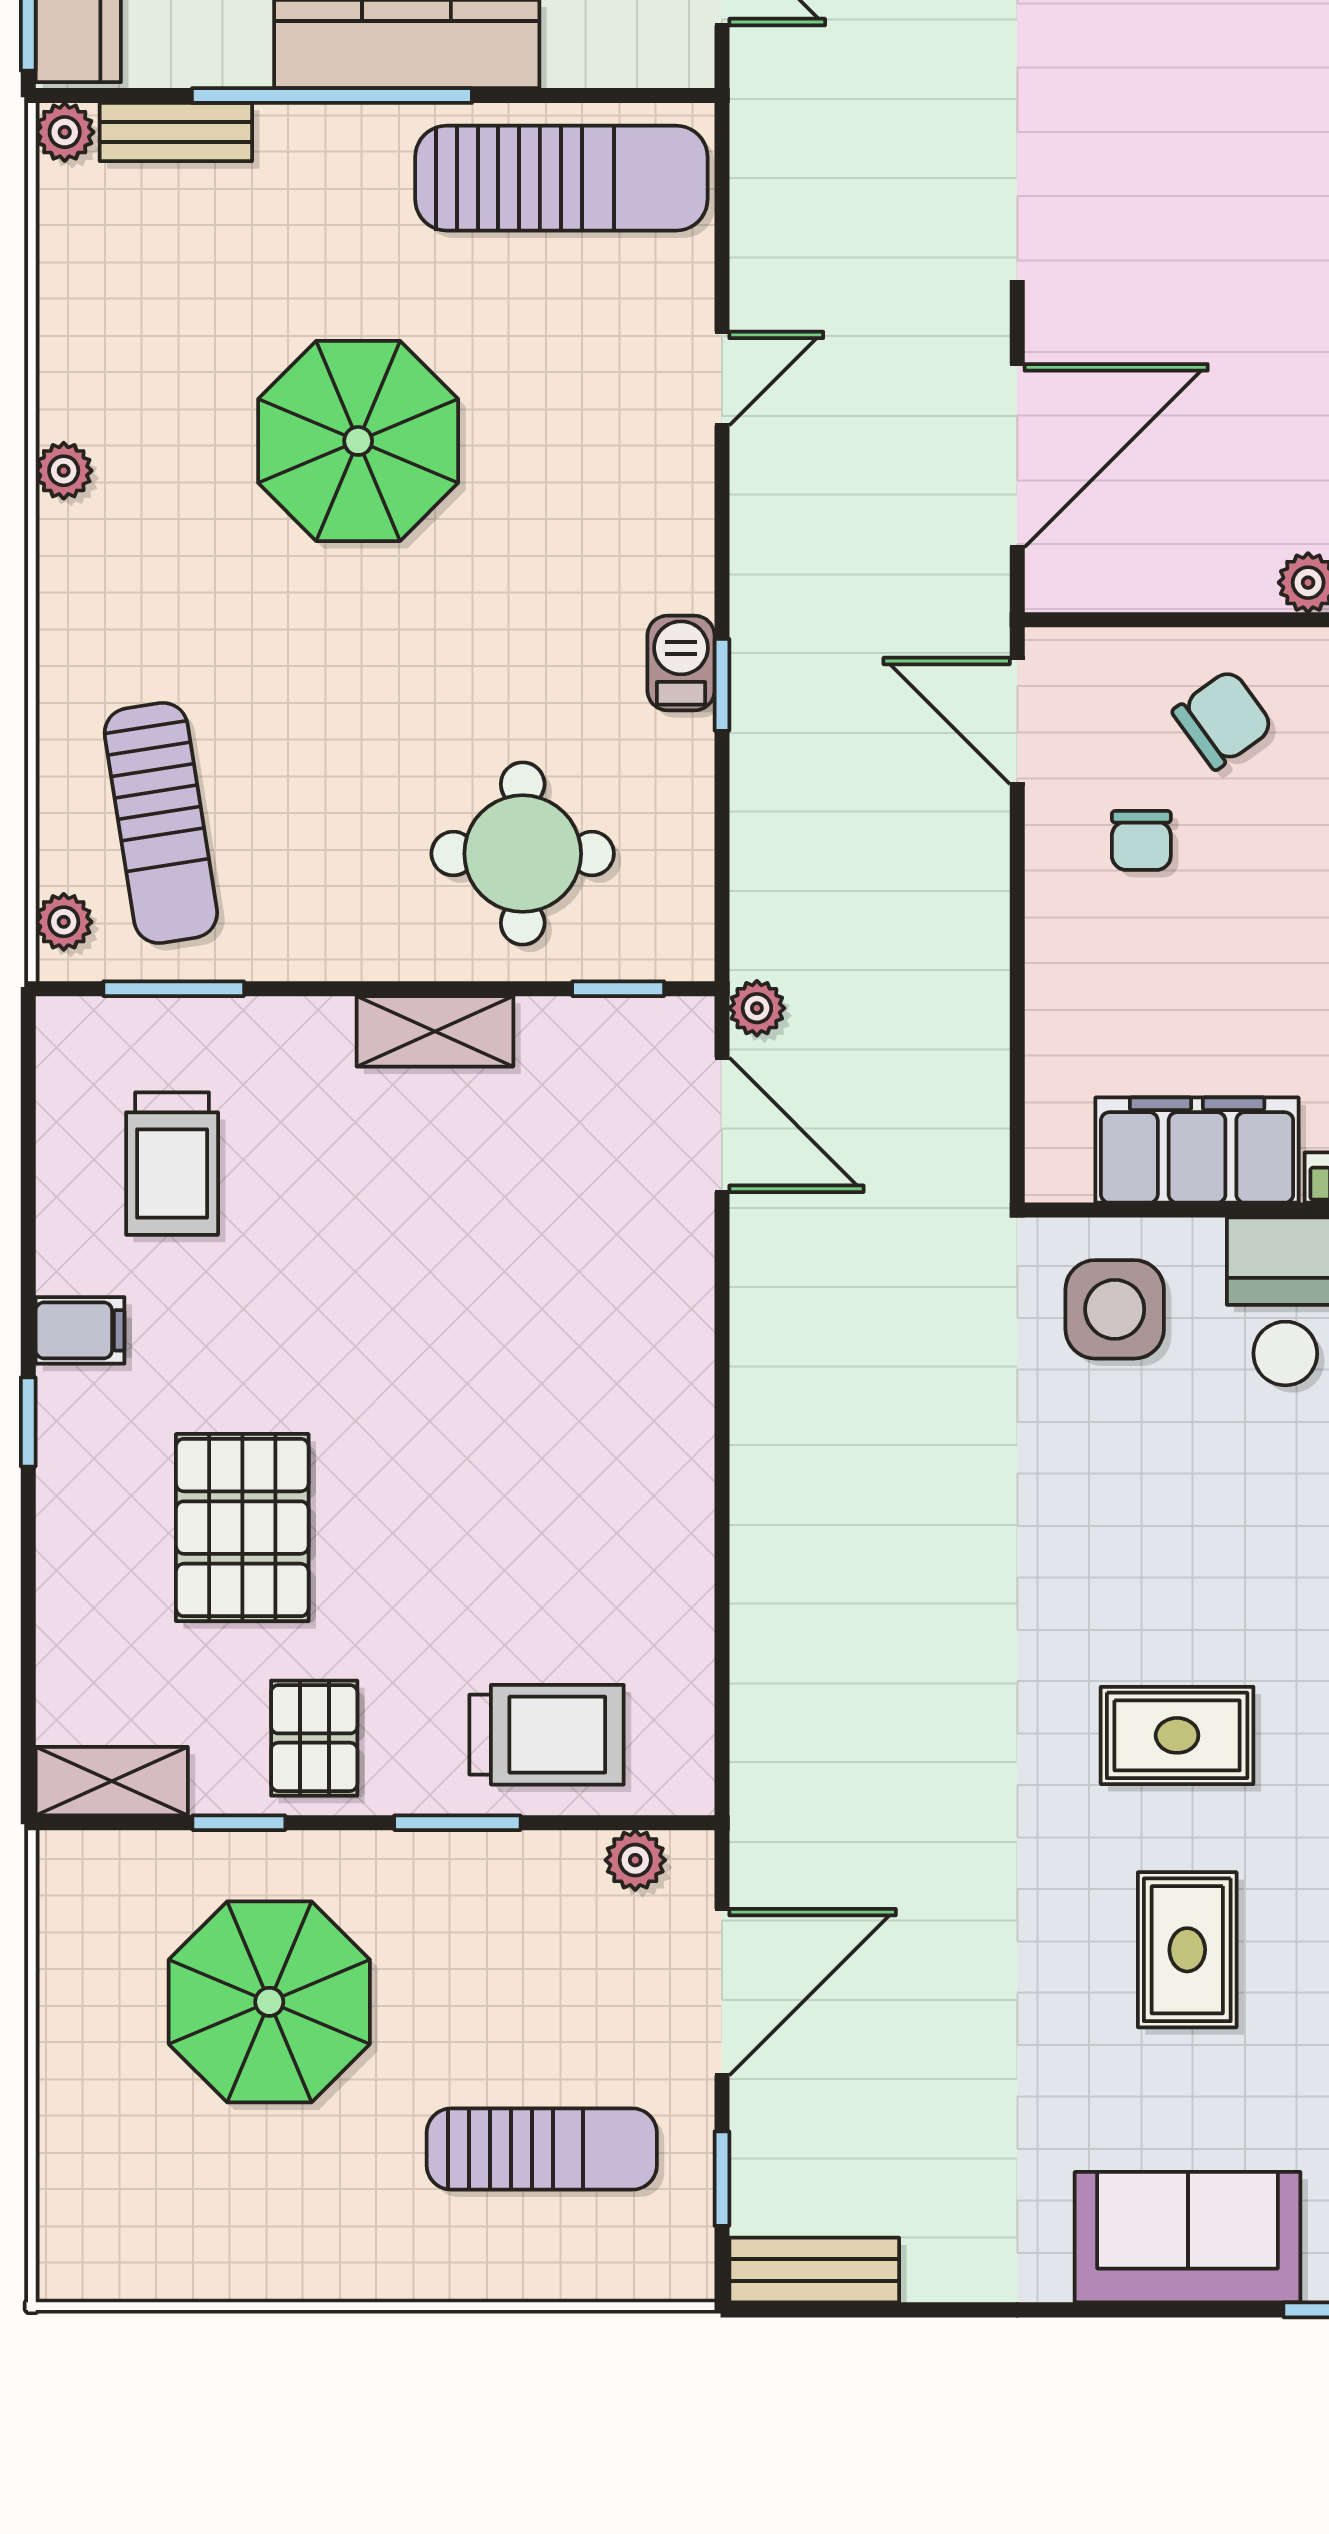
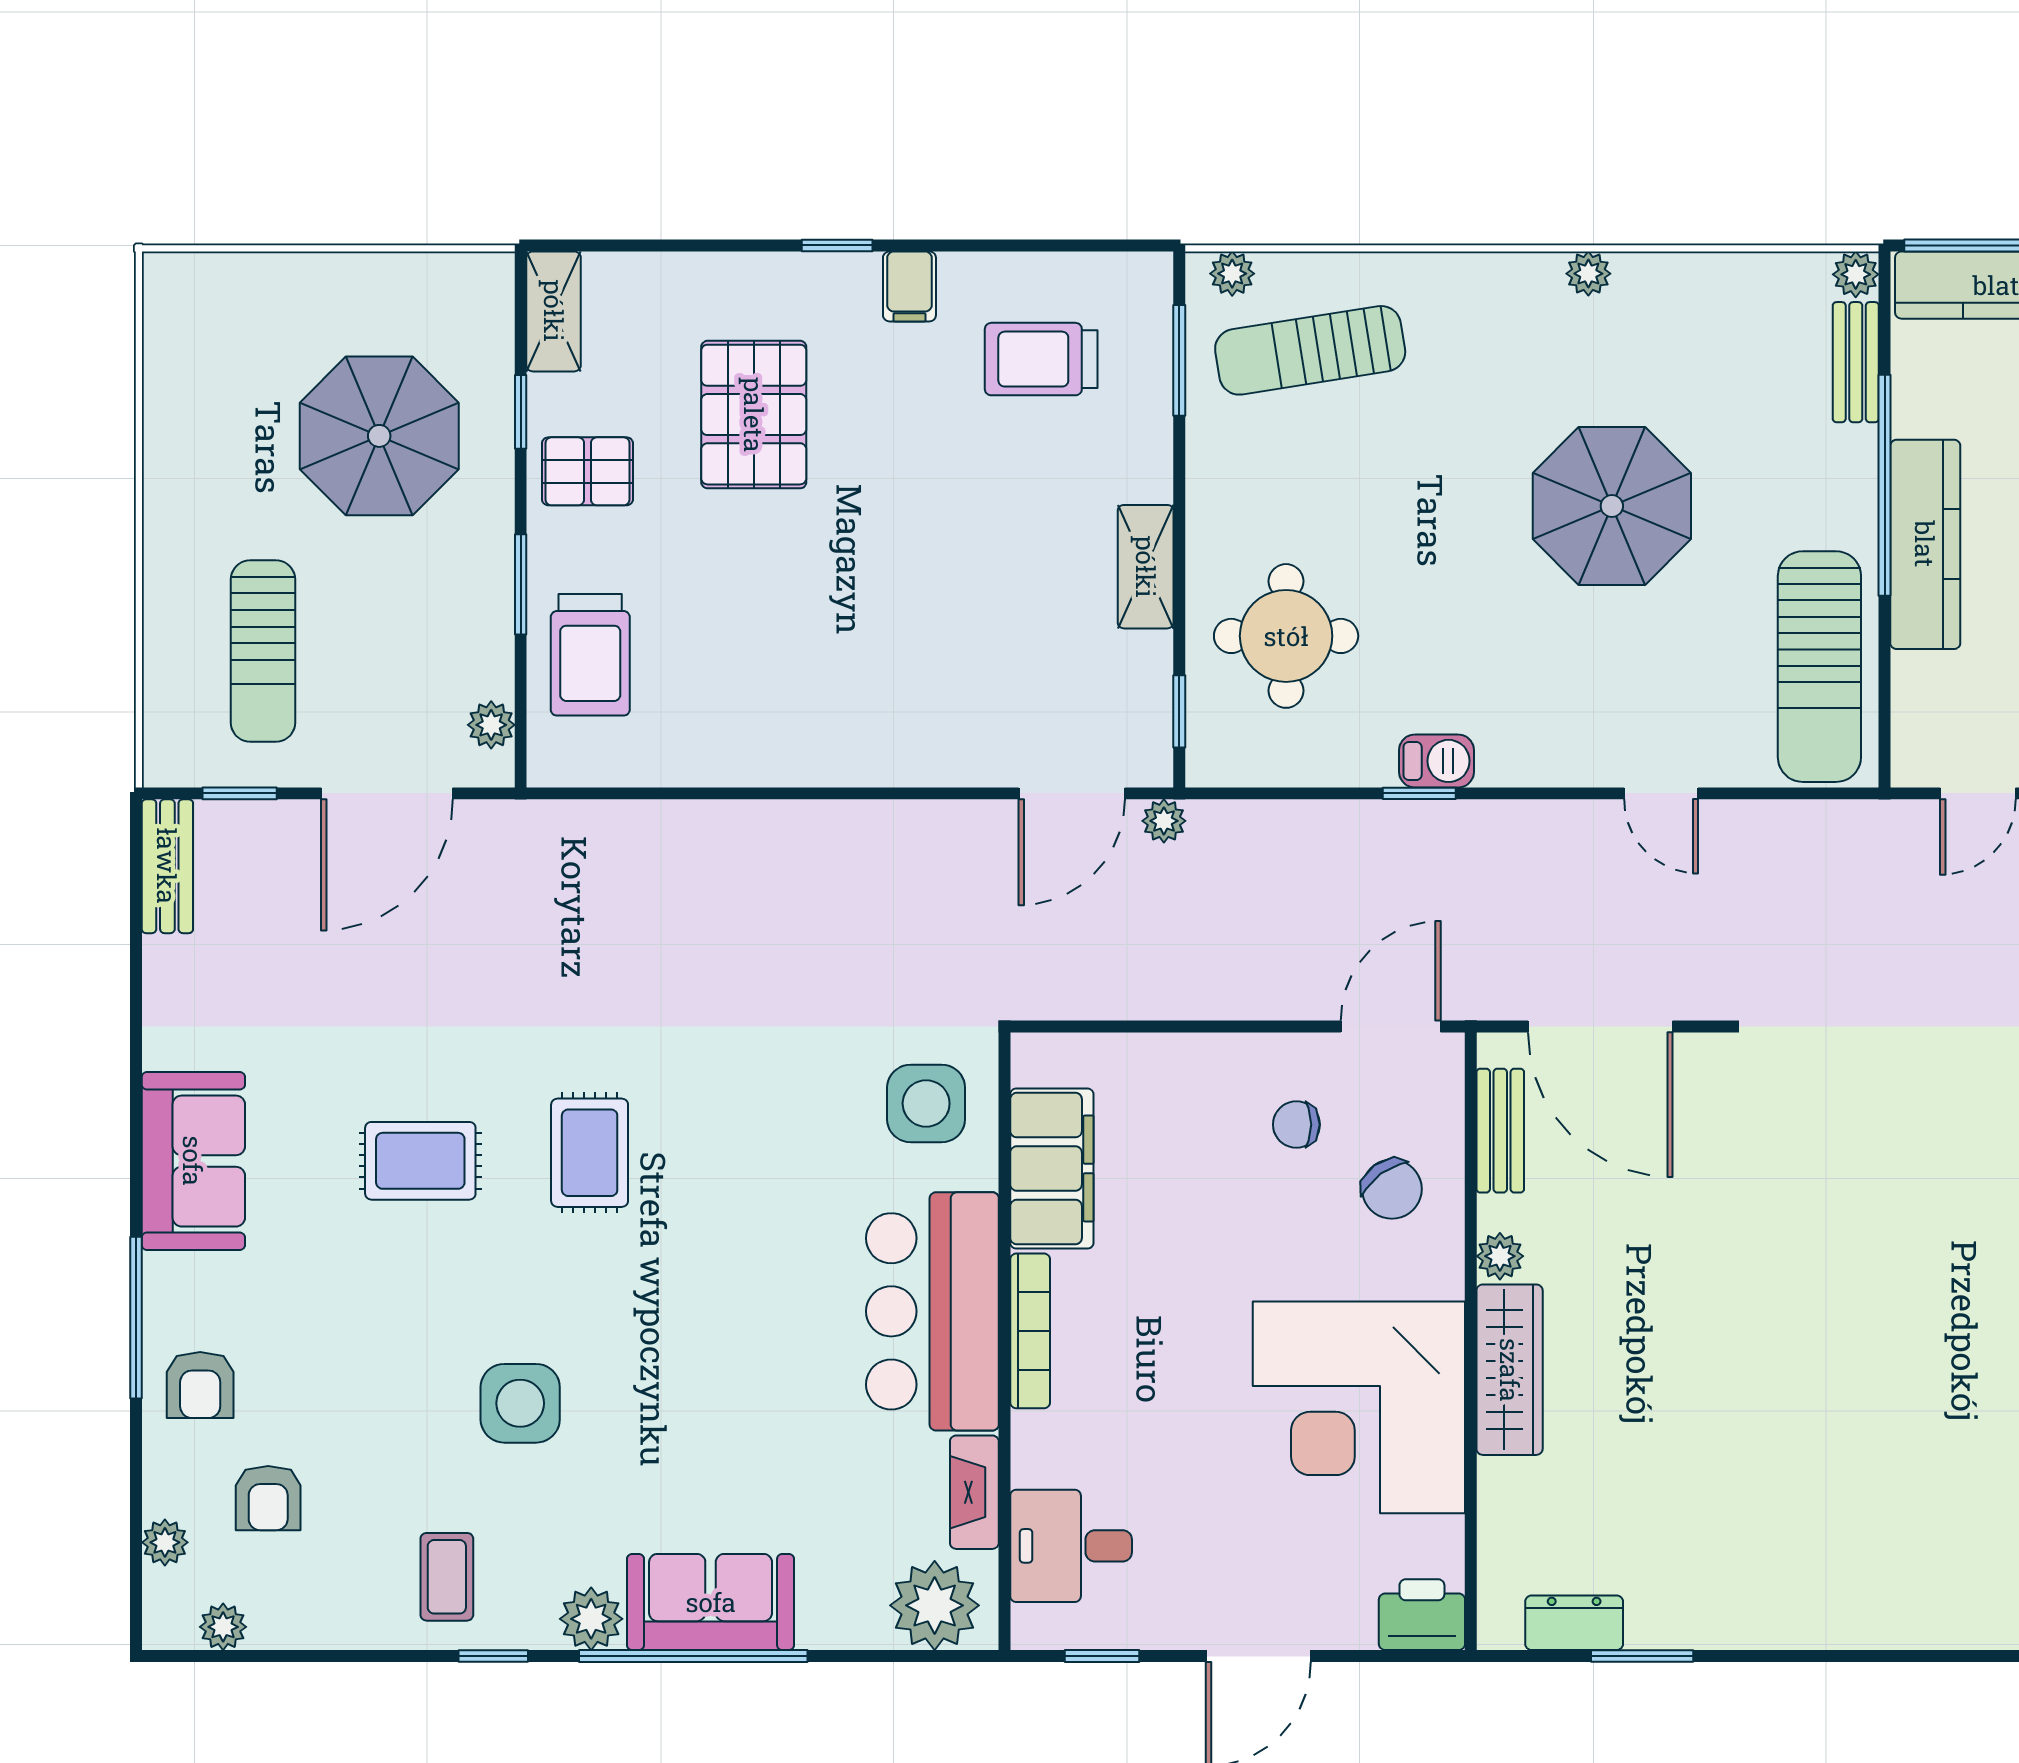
bench: (1149, 582) -> (1500, 1131), added
pallet: (242, 1528) -> (754, 415), turned 90
door: (722, 1992) -> (387, 793), hinge flipped

